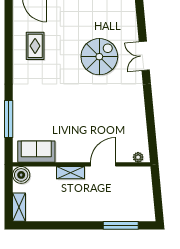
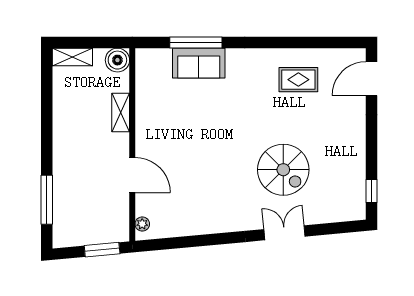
sofa: (36, 152) -> (199, 63), moved, turned 90
shelving: (71, 173) -> (121, 112), moved
window: (156, 186) -> (102, 250), added

